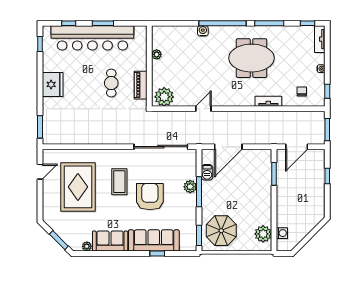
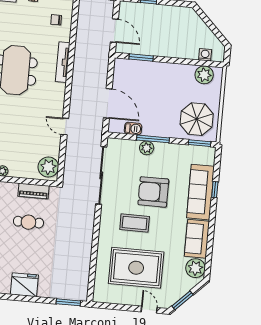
tv unit: (268, 101) -> (63, 62), width x1.41
door: (40, 172) -> (149, 310), moved
window: (59, 240) -> (182, 300), moved
plant: (87, 246) -> (195, 268), width x1.87, depth x1.87

